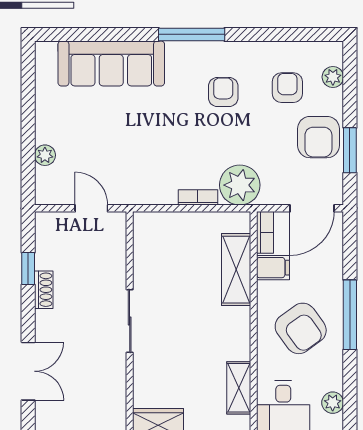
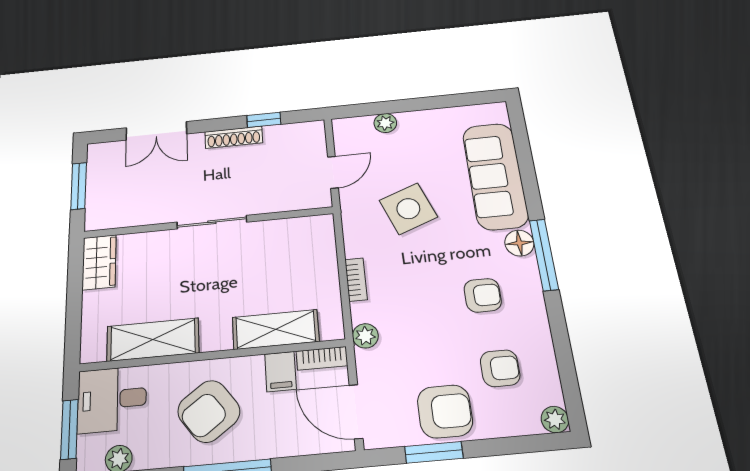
floor lamp: (179, 53) -> (519, 243), added
plant: (333, 77) -> (555, 419), moved
armchair: (318, 137) -> (445, 411), turned 180
side table: (135, 145) -> (408, 209), added
plant: (240, 185) -> (365, 336), width x0.53, depth x0.53
shoe rack: (44, 290) -> (234, 137), width x1.43
shelving: (239, 388) -> (153, 340), width x1.50, depth x1.33

